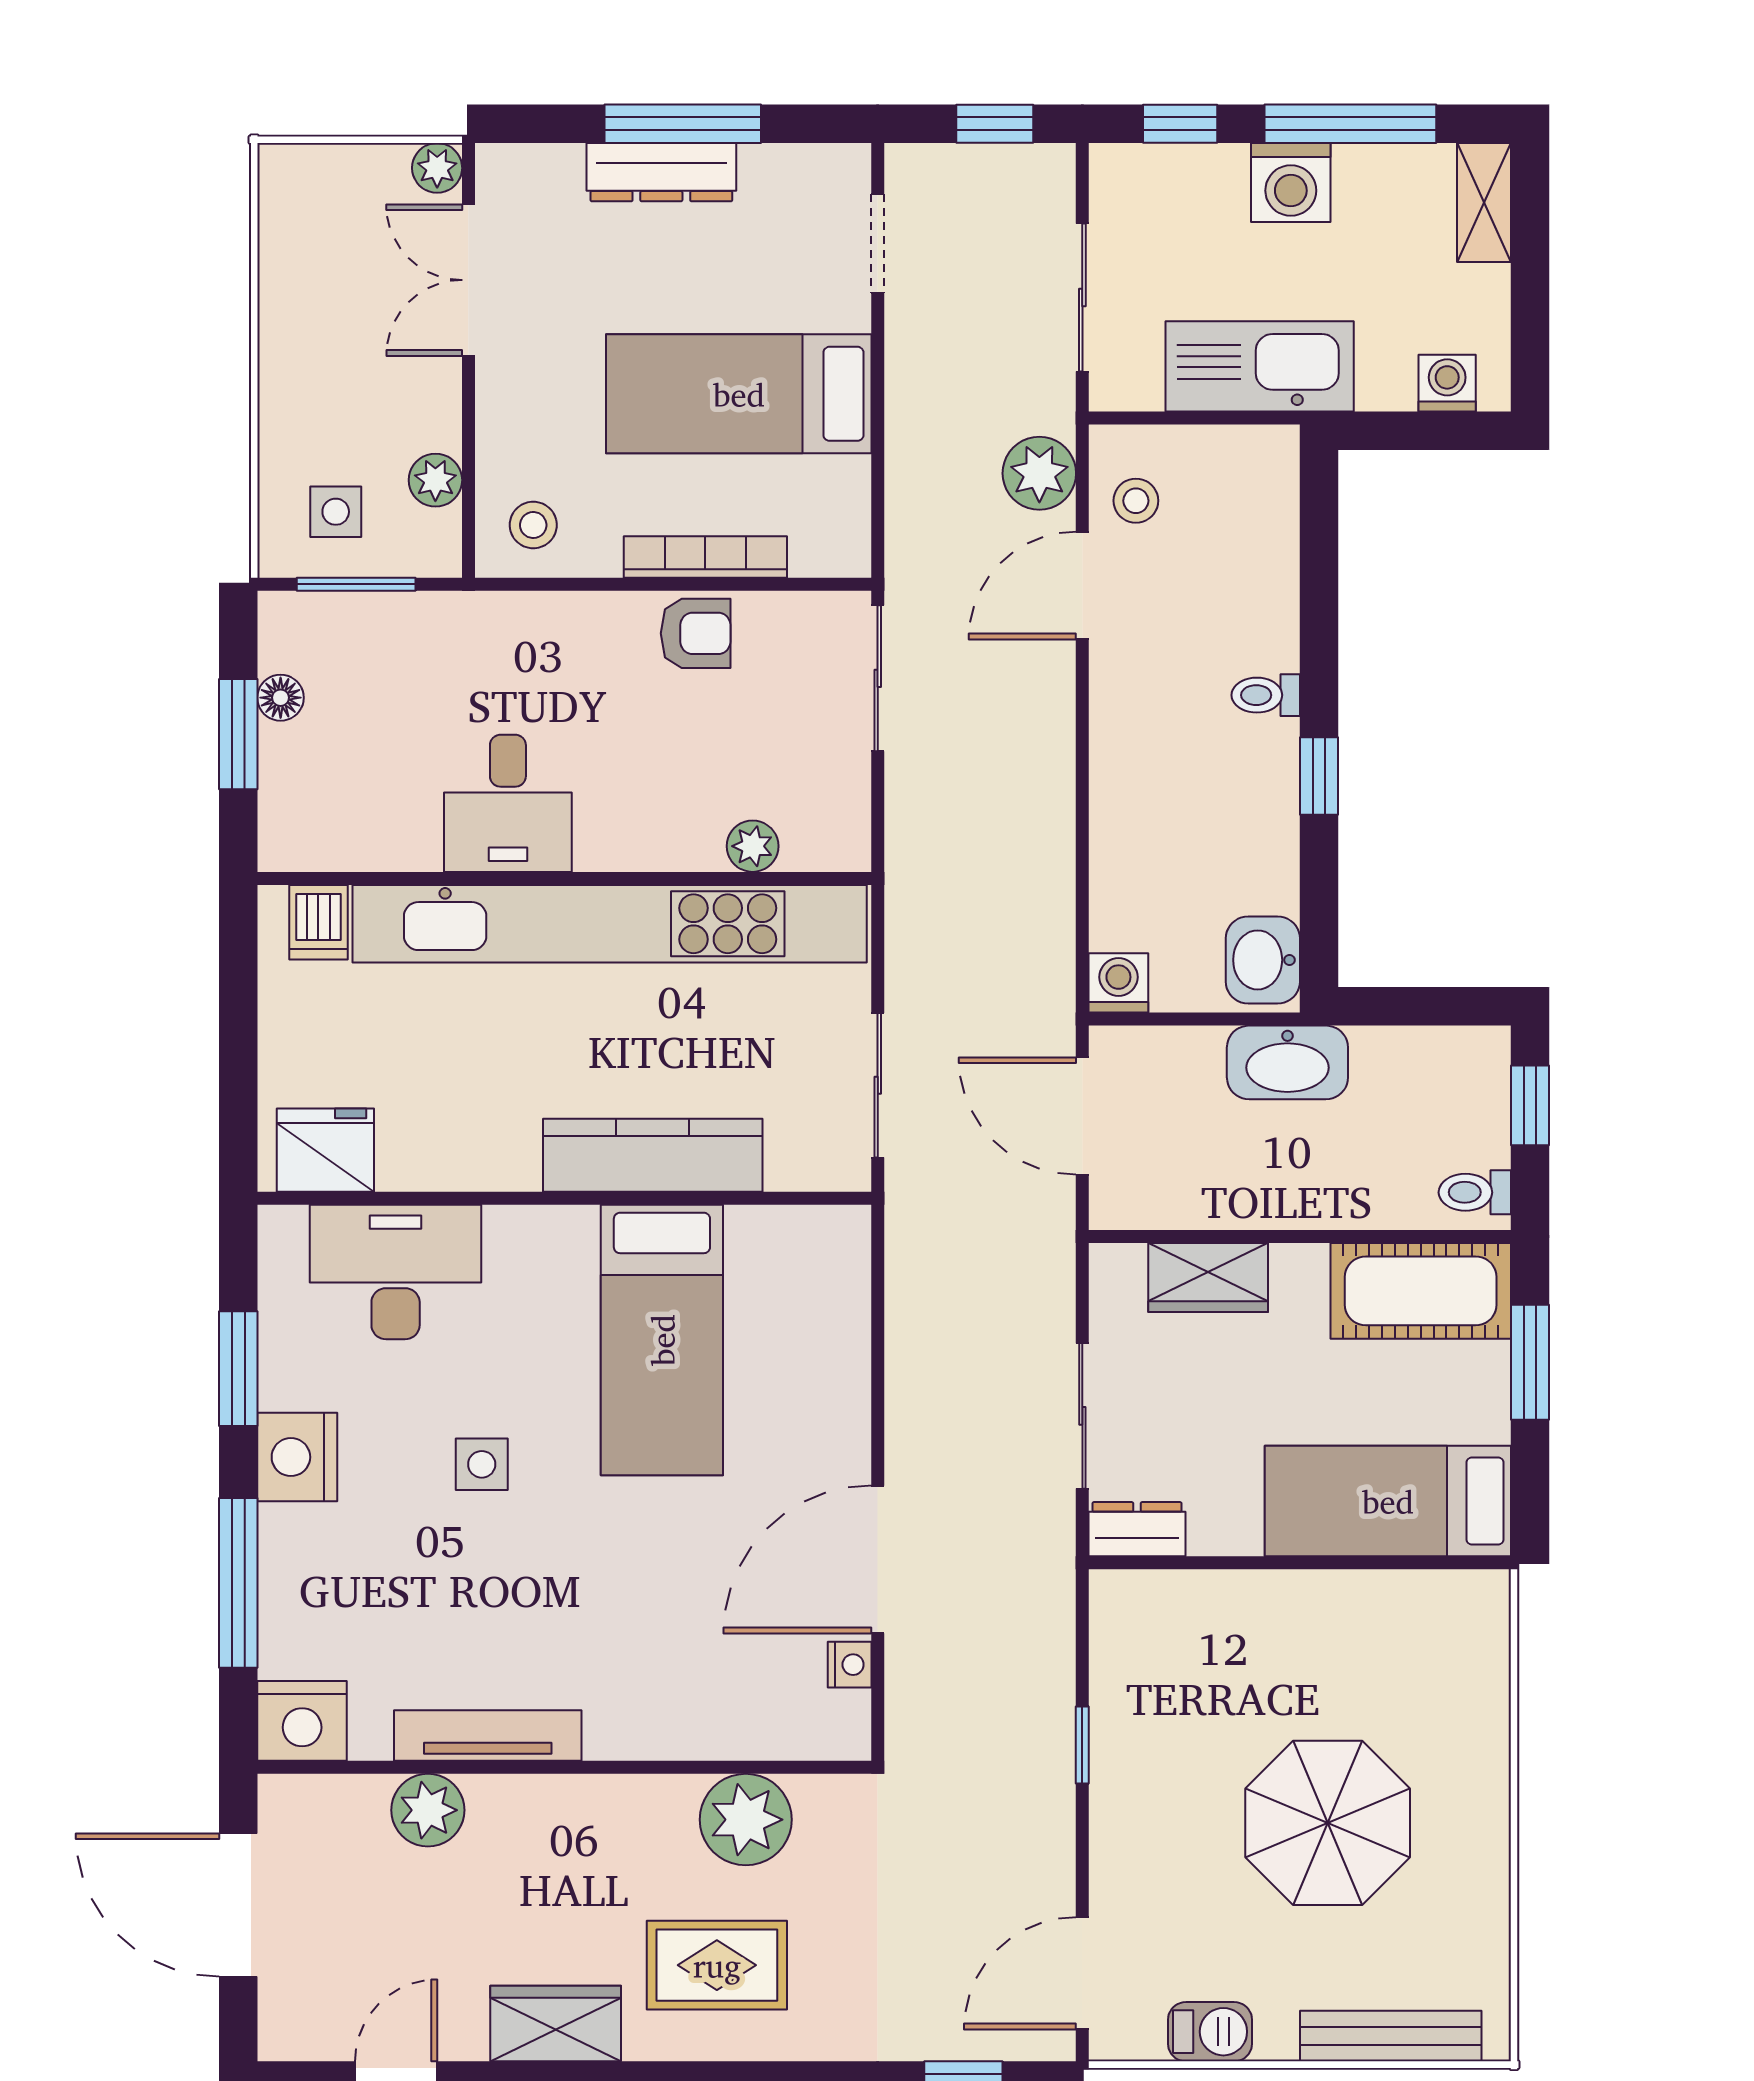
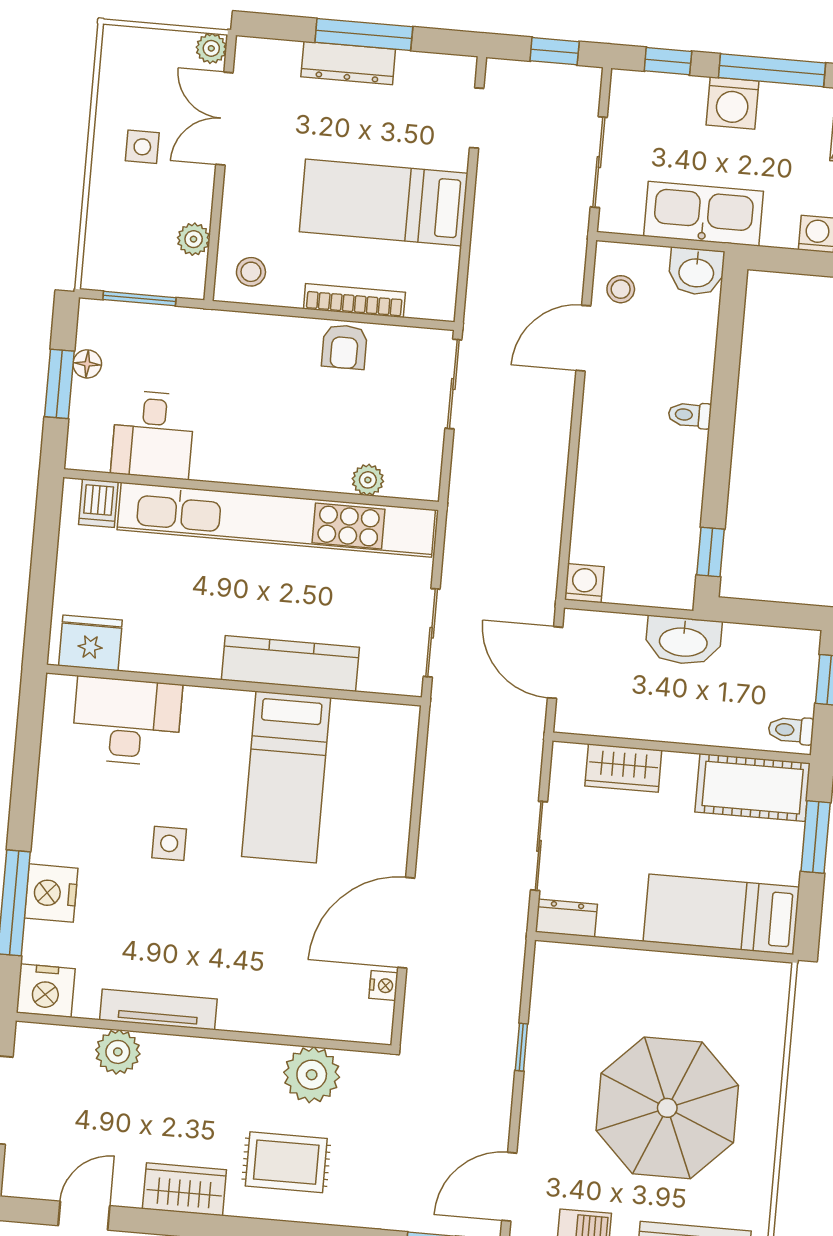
plant: (1039, 473) -> (563, 267), removed
side table: (336, 512) -> (142, 147), moved
armchair: (696, 633) -> (344, 347), turned 90
window: (1319, 776) -> (710, 552), moved
desk: (508, 803) -> (153, 435), moved
washbasin: (1263, 960) -> (696, 272), moved, turned -90
window: (238, 1369) -> (25, 772), removed
nightstand: (297, 1457) -> (51, 893), moved
parasol: (1328, 1823) -> (667, 1108), width x1.36, depth x1.36

